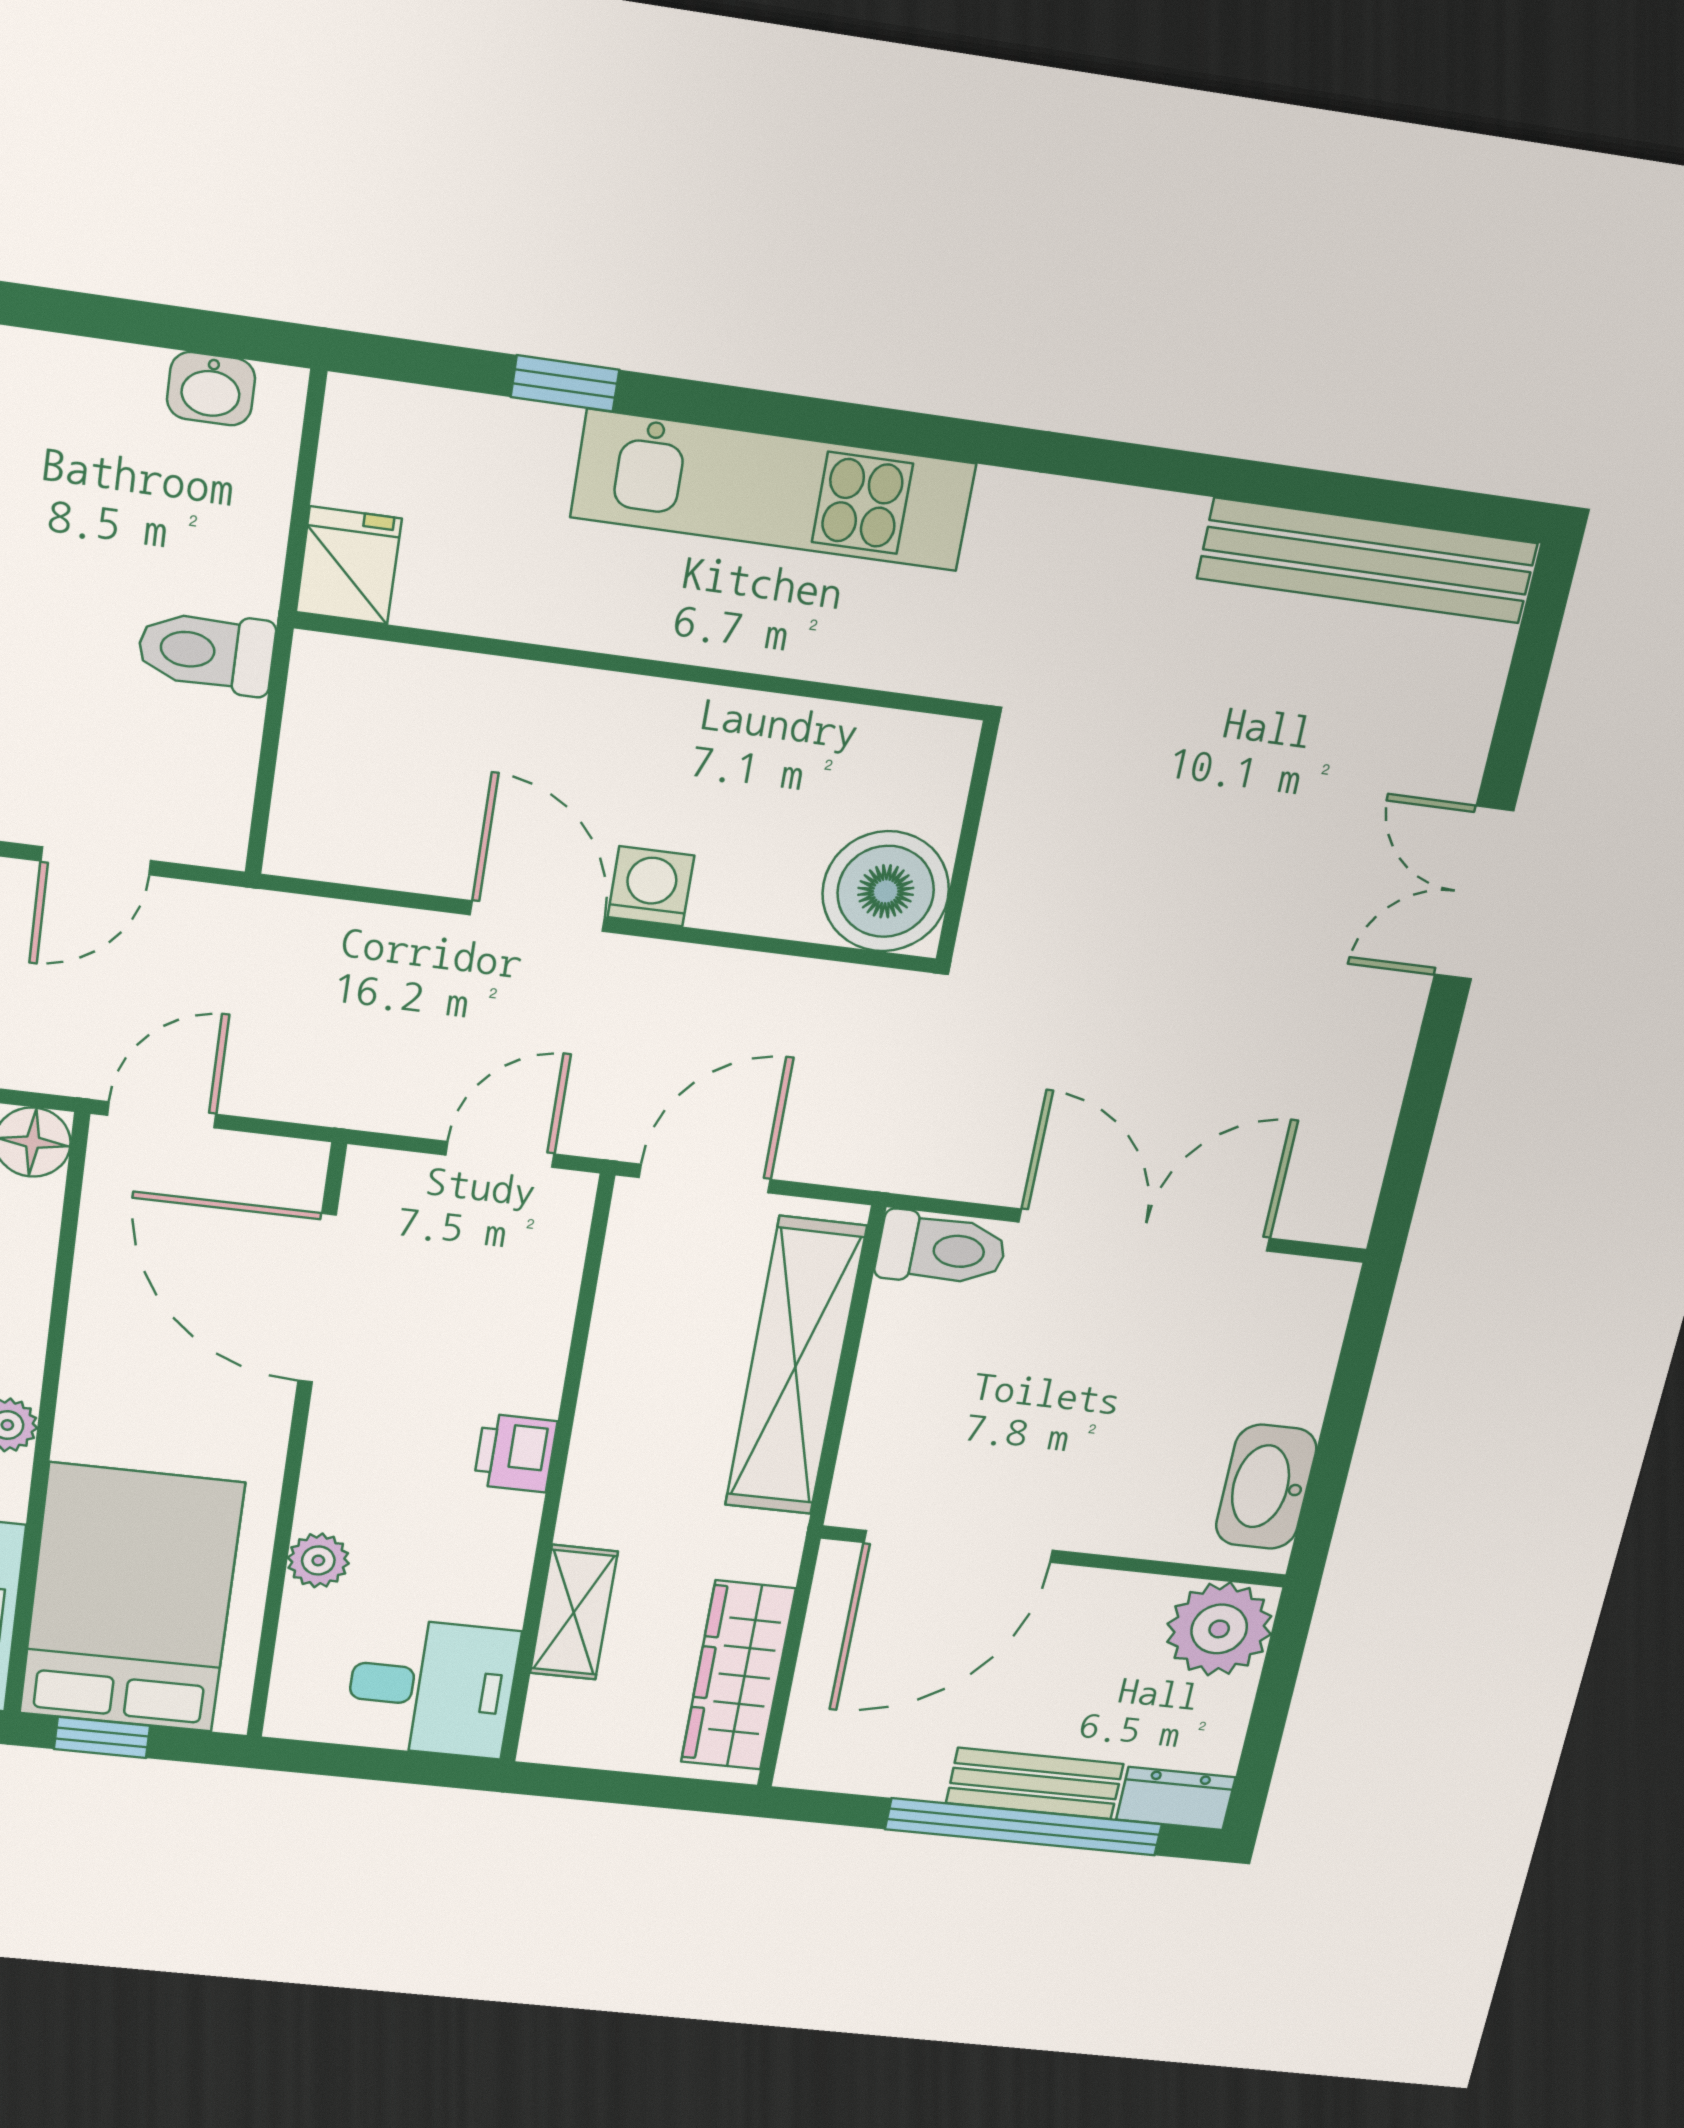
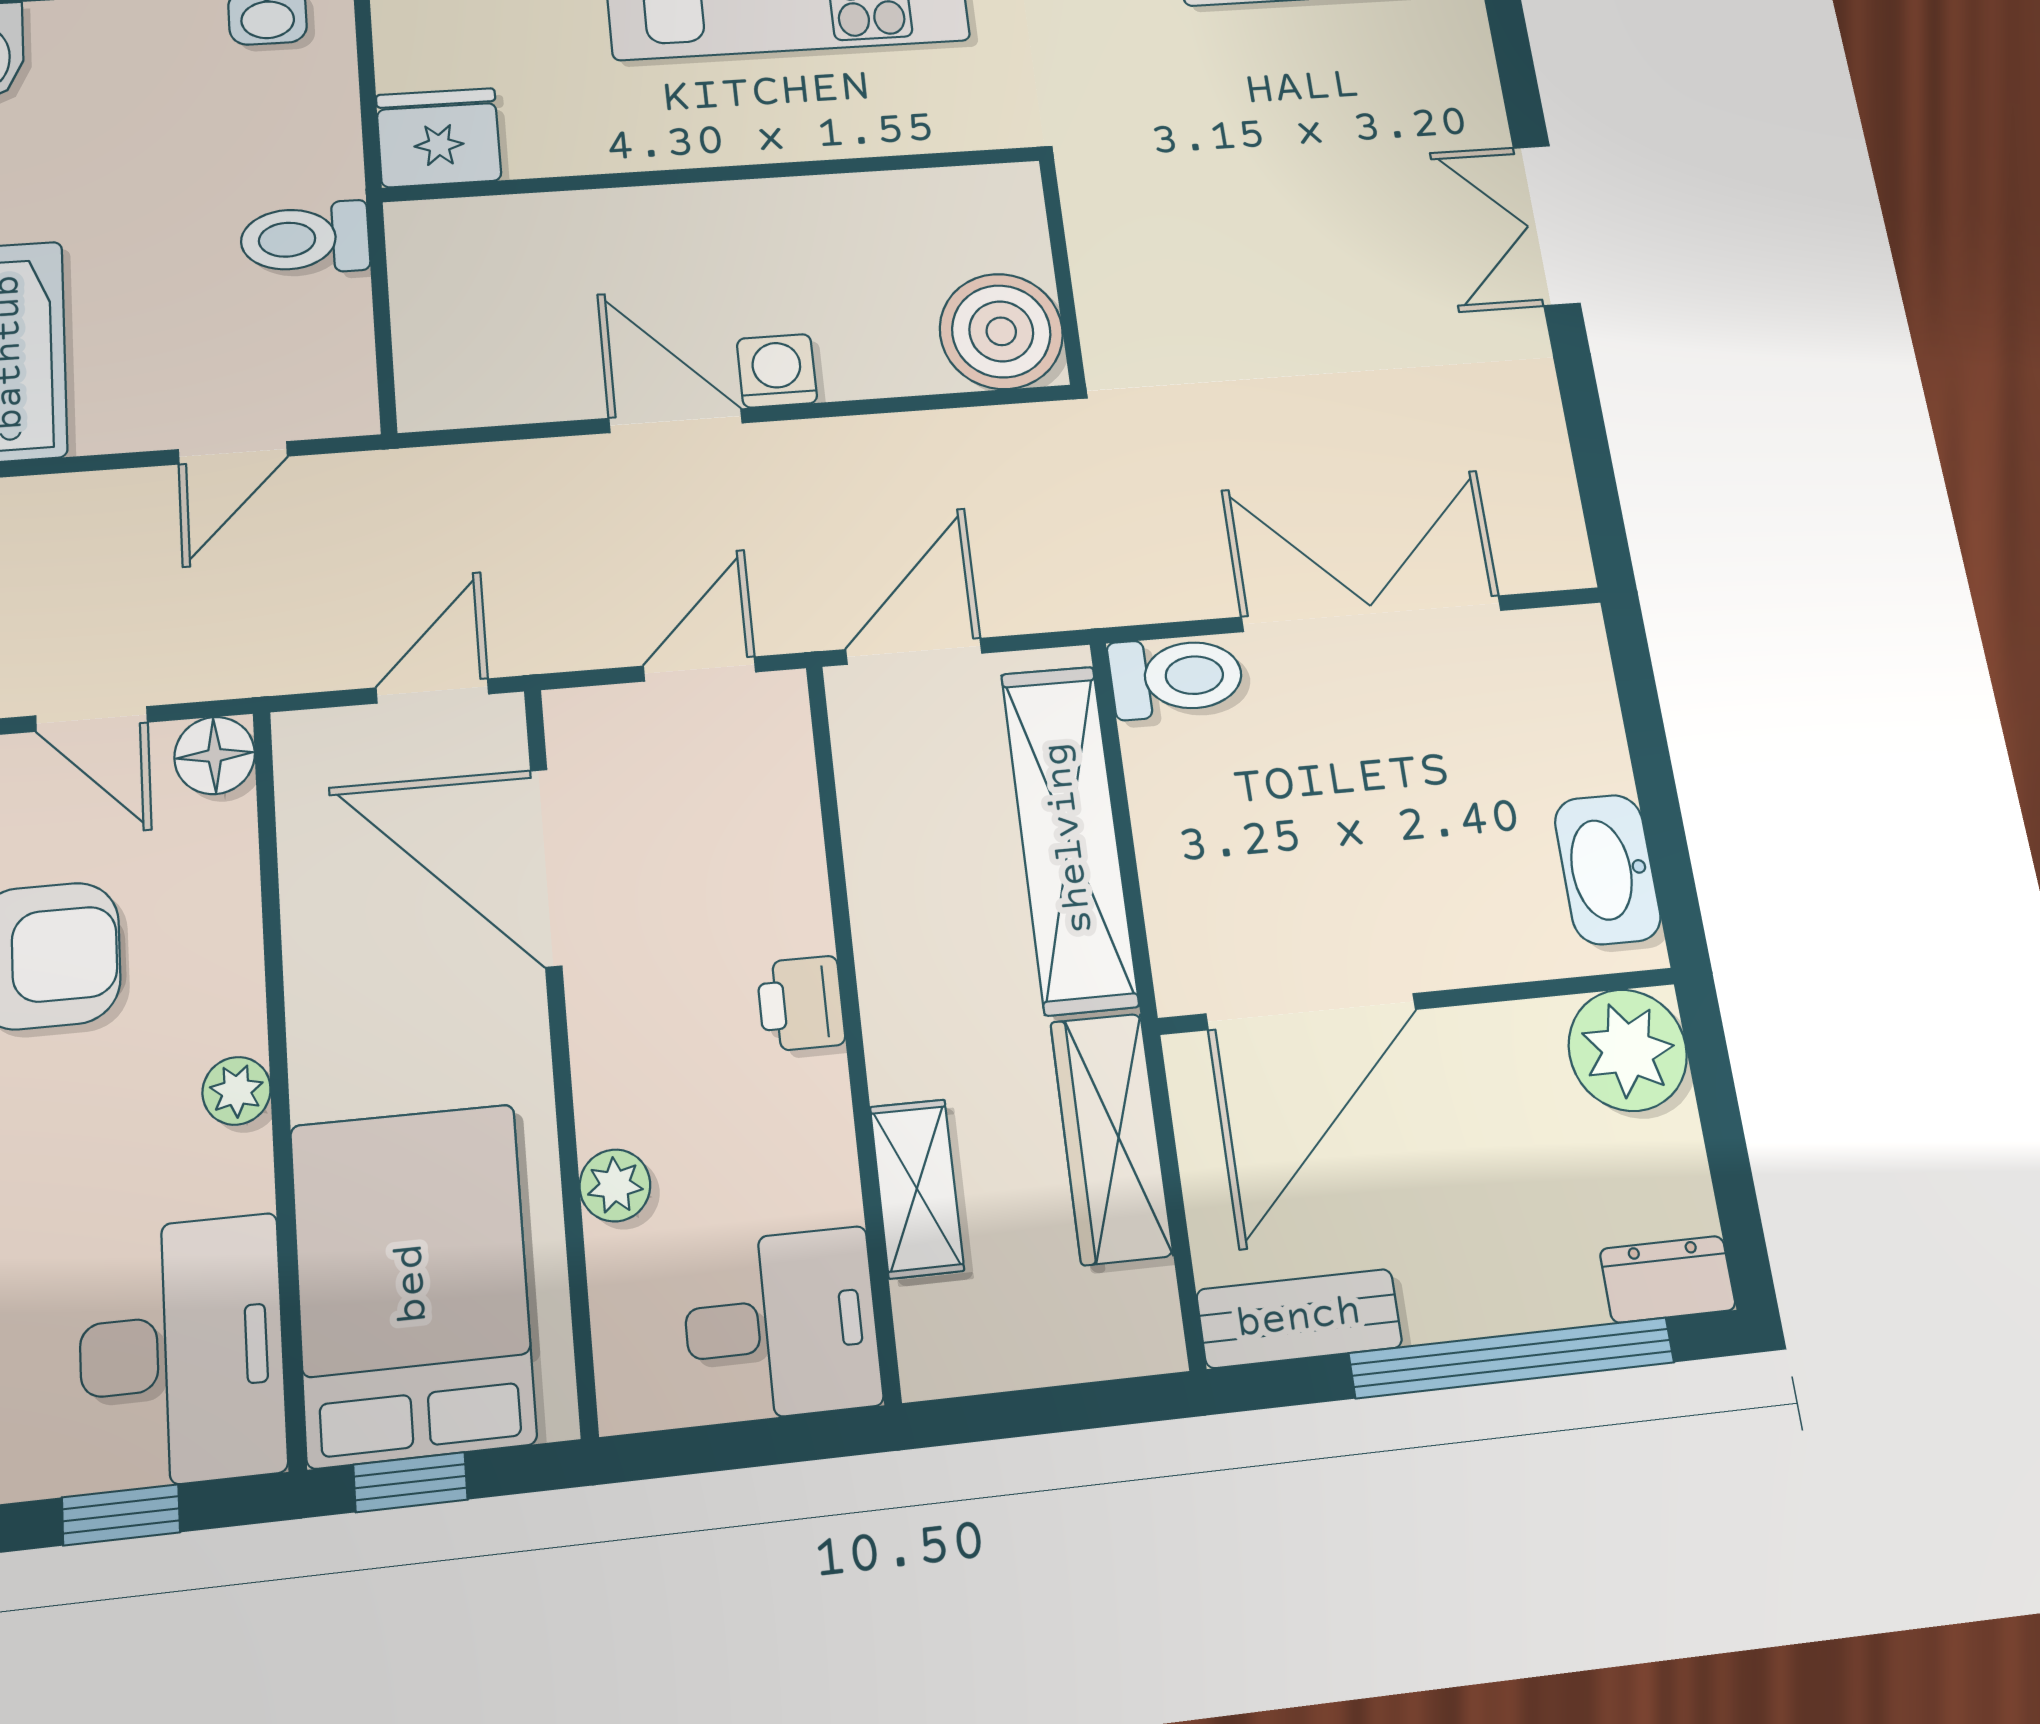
fridge: (349, 565) -> (439, 138), width x1.38
door: (162, 1115) -> (432, 691), moved
wardrobe: (738, 1676) -> (1111, 1138), moved
bench: (1035, 1783) -> (1299, 1318), moved

